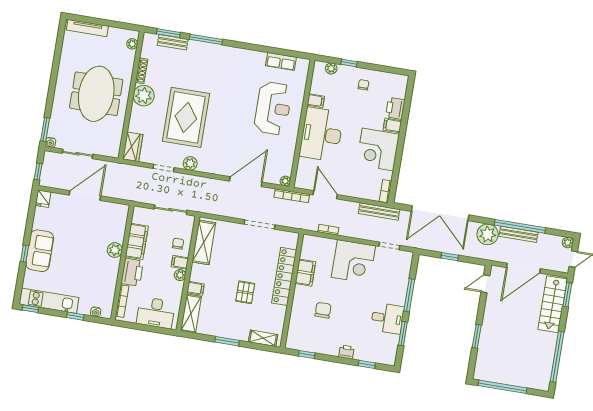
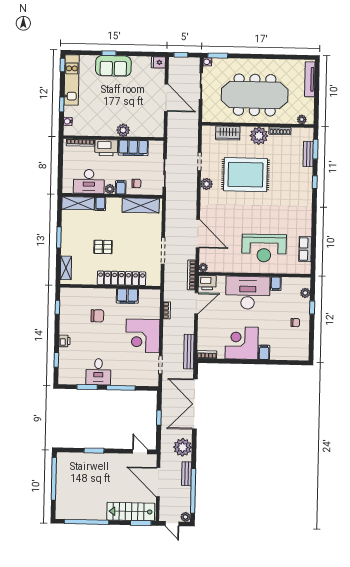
window: (206, 39) -> (315, 182), width x0.46
meeting table: (96, 94) -> (255, 95), width x1.36
printer: (395, 108) -> (207, 283), moved, turned 180
wardrobe: (133, 147) -> (228, 133), moved
window: (520, 226) -> (193, 491), moved
bench: (518, 234) -> (187, 474), width x0.73
desk: (156, 313) -> (89, 181), moved, turned -90

